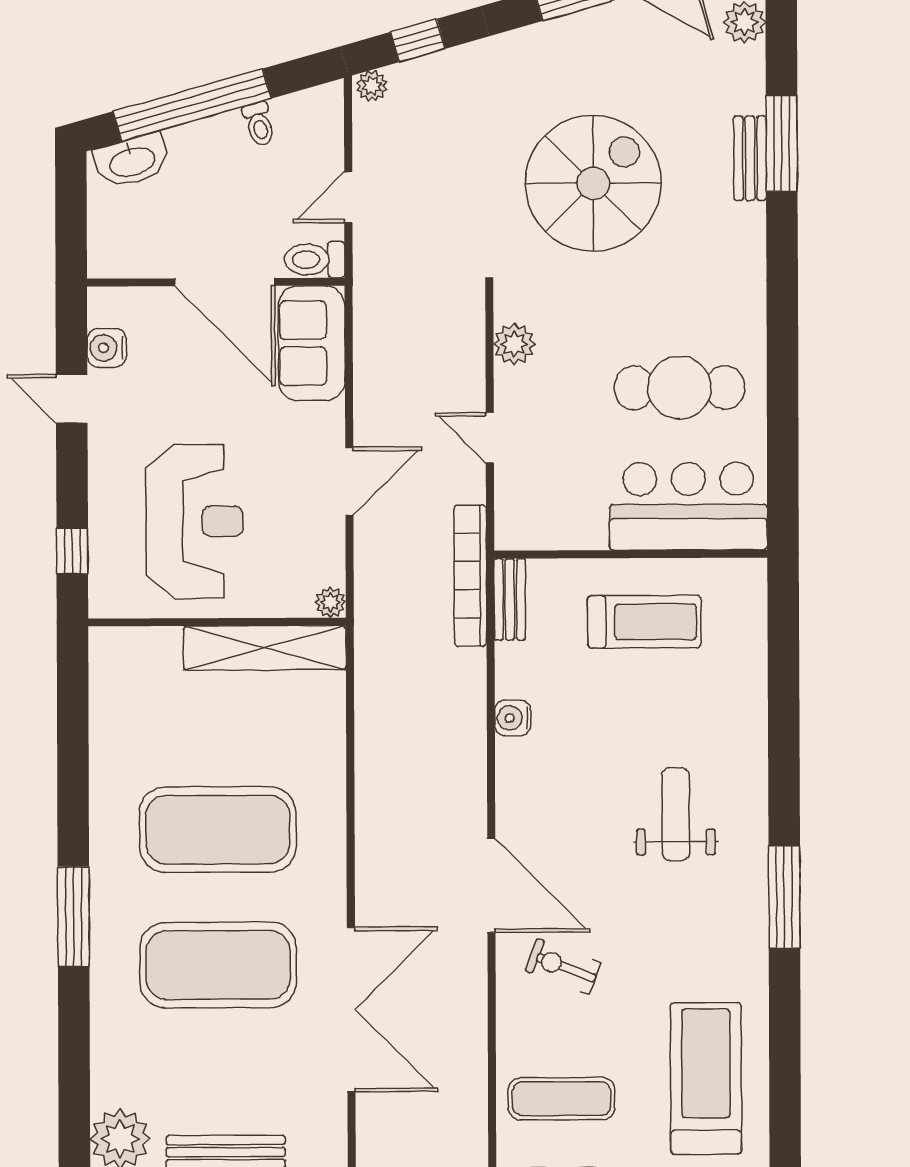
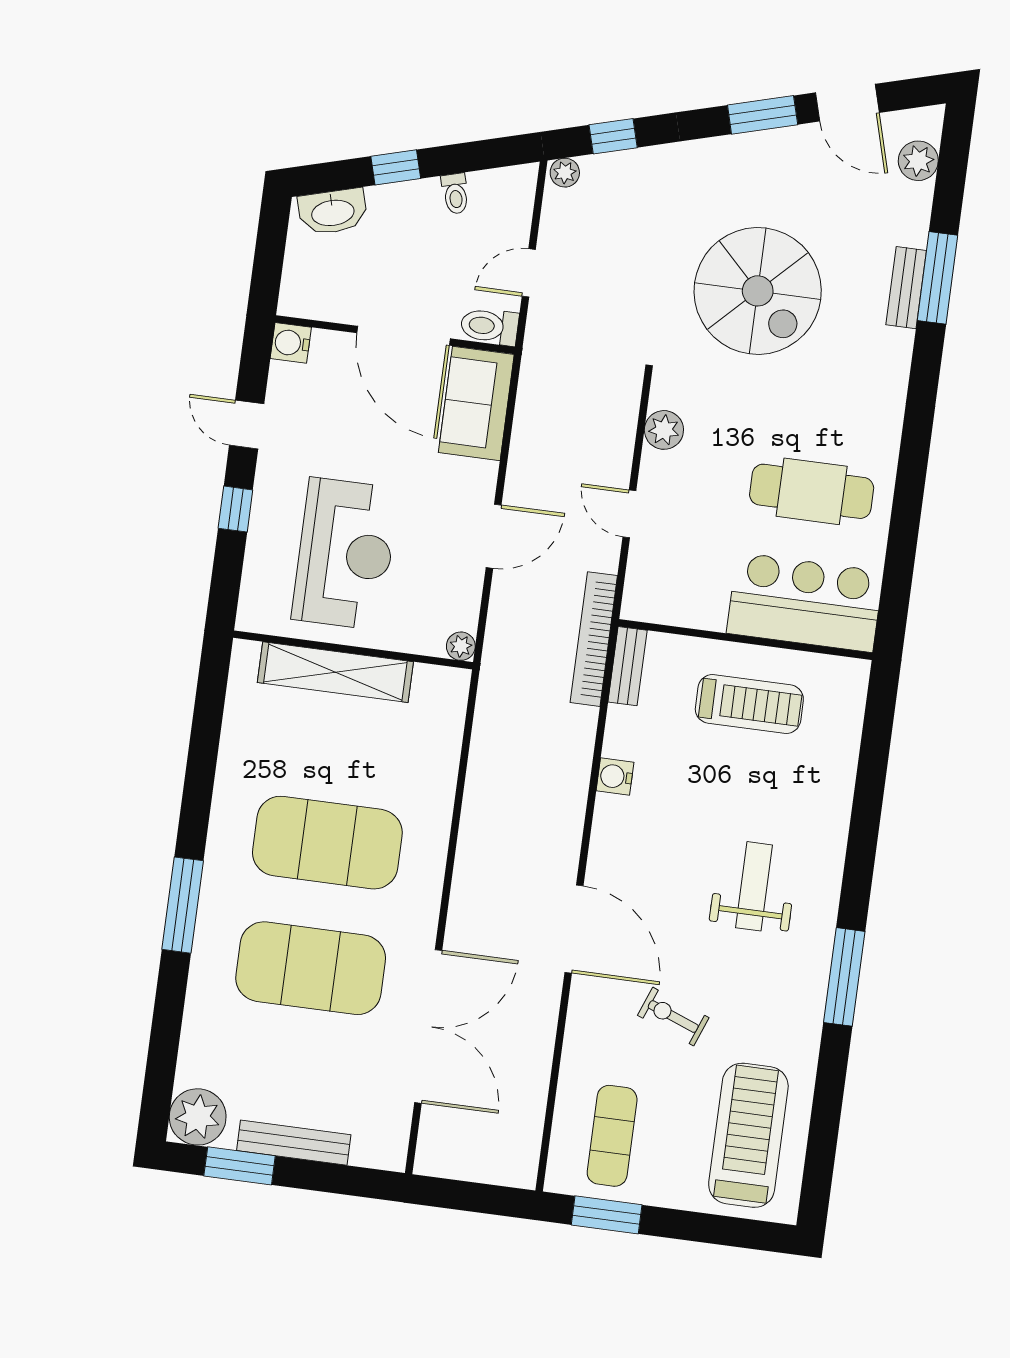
window: (192, 105) -> (396, 167), width x0.32
spiral stairs: (593, 183) -> (758, 291), turned 90
water cooler: (107, 348) -> (291, 343), moved
window: (72, 551) -> (235, 509), moved
shelving: (265, 648) -> (335, 672), moved
exercise bike: (563, 966) -> (673, 1017), moved
exercise mat: (562, 1099) -> (612, 1136), turned 90

